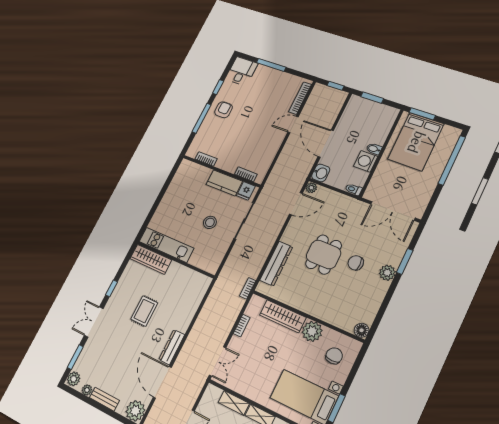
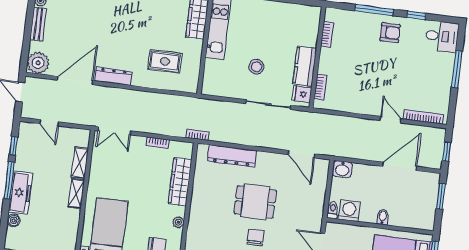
door: (326, 144) -> (400, 166), moved
washing machine: (366, 161) -> (349, 211), moved
plant: (311, 188) -> (323, 165), removed
rug: (144, 311) -> (165, 61), moved
plant: (312, 331) -> (178, 222), width x0.53, depth x0.53

